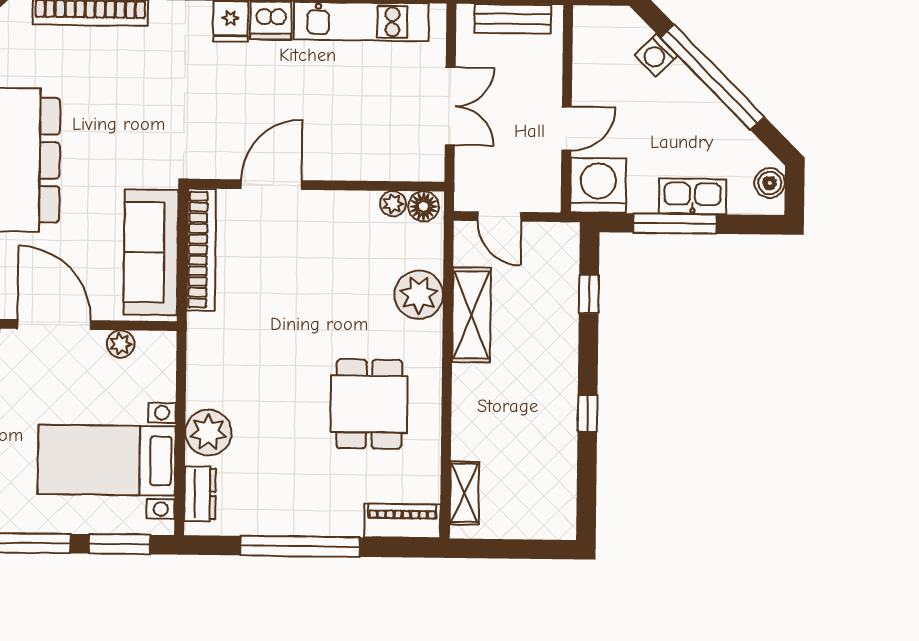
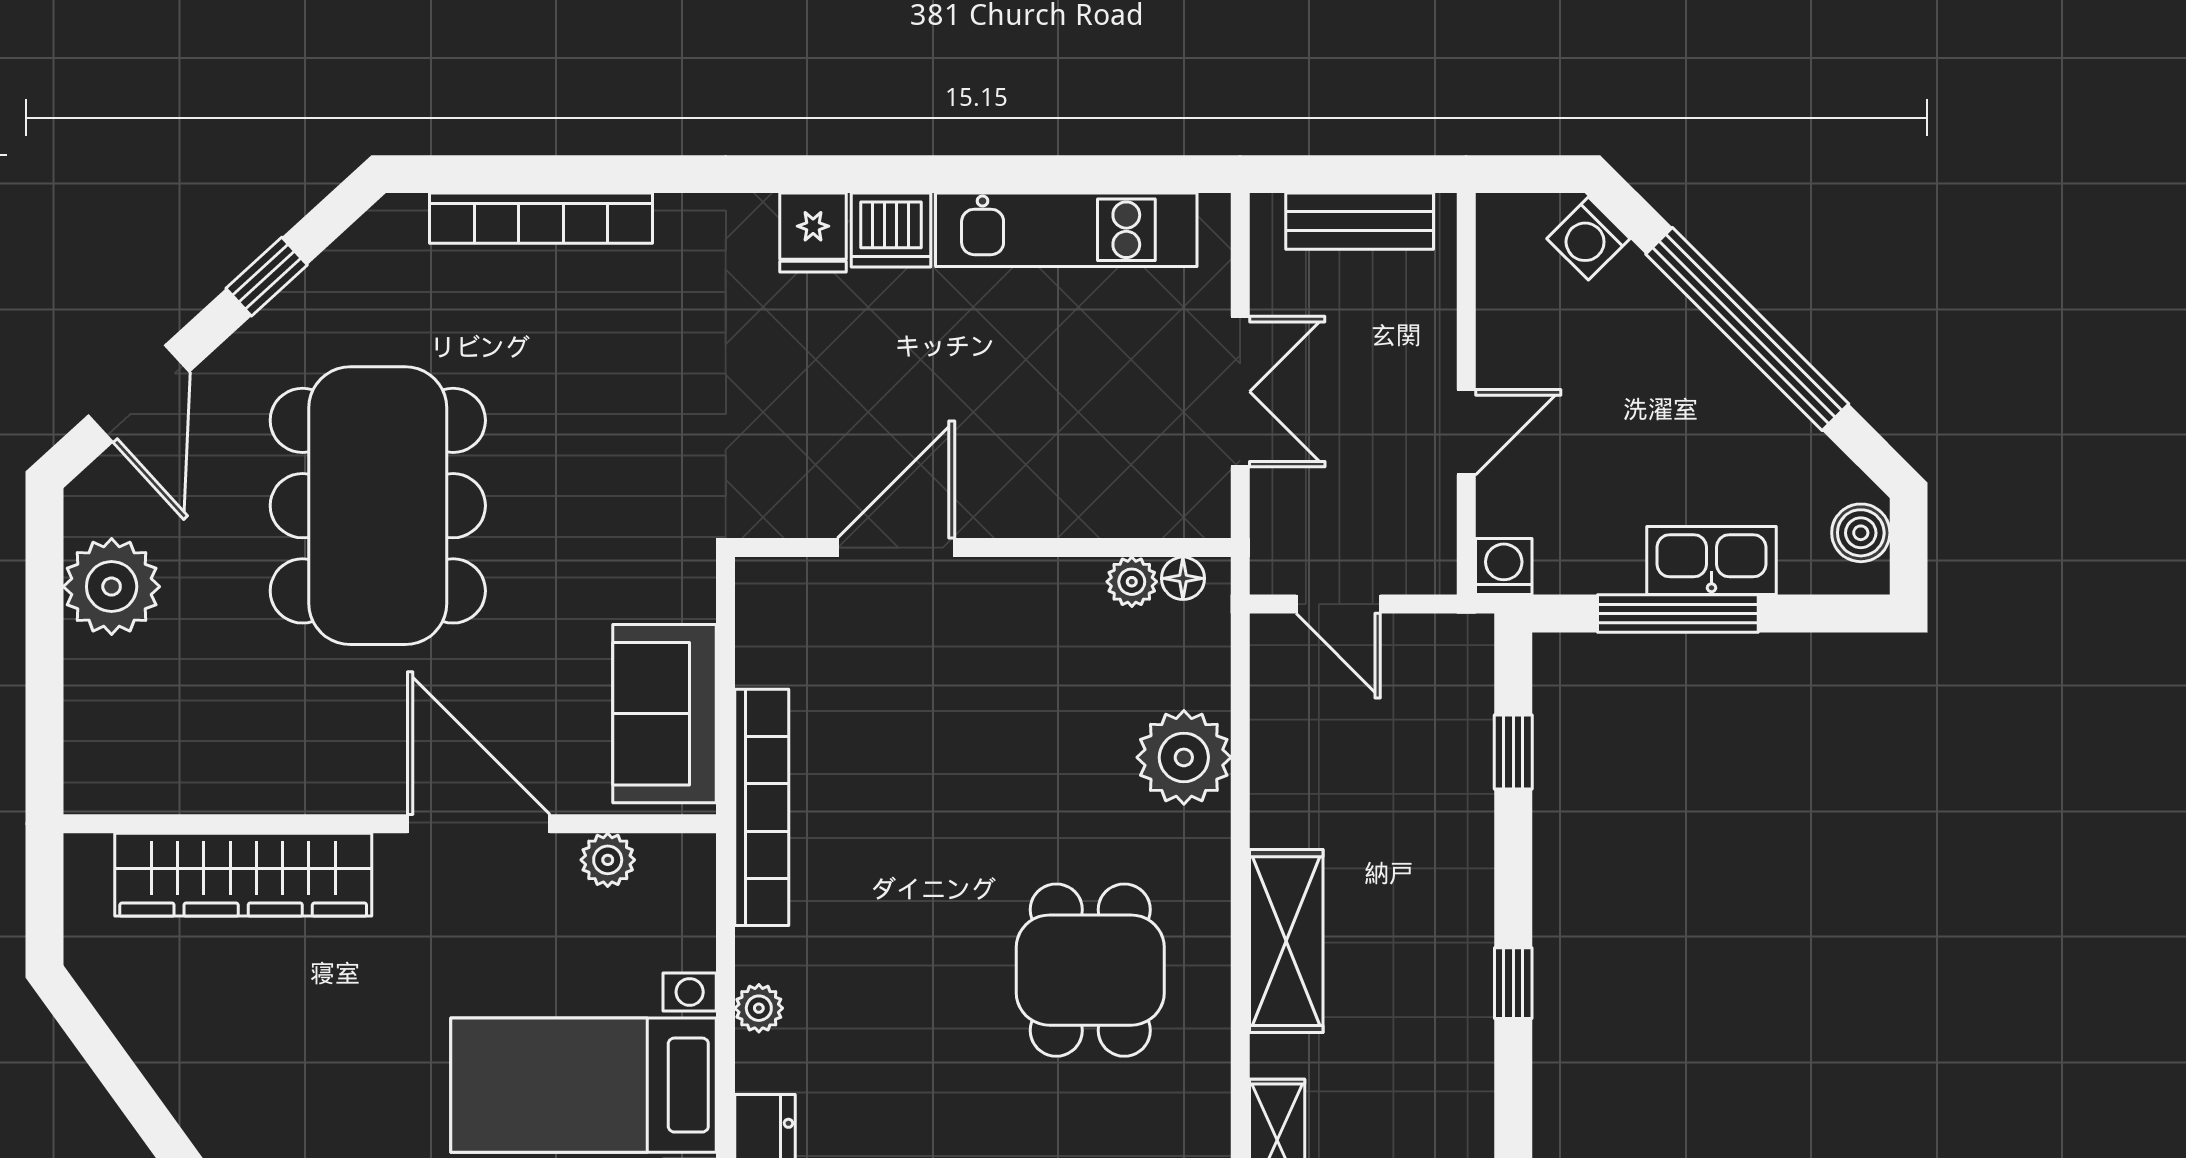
washing machine: (656, 55) -> (1588, 239), moved
washing machine: (598, 185) -> (1504, 566), width x0.53, depth x0.53
floor lamp: (423, 206) -> (1183, 578), width x0.73, depth x0.73
bookcase: (201, 250) -> (762, 807), moved
sofa: (151, 252) -> (665, 714), width x0.73
shelving: (471, 315) -> (1286, 941), moved
plant: (208, 432) -> (759, 1008), width x0.53, depth x0.53

